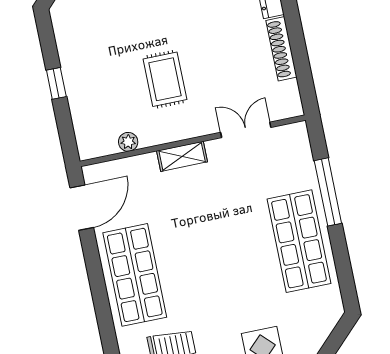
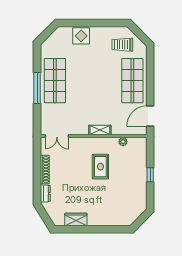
double door: (246, 130) -> (57, 136), moved
window: (328, 192) -> (37, 88), moved

